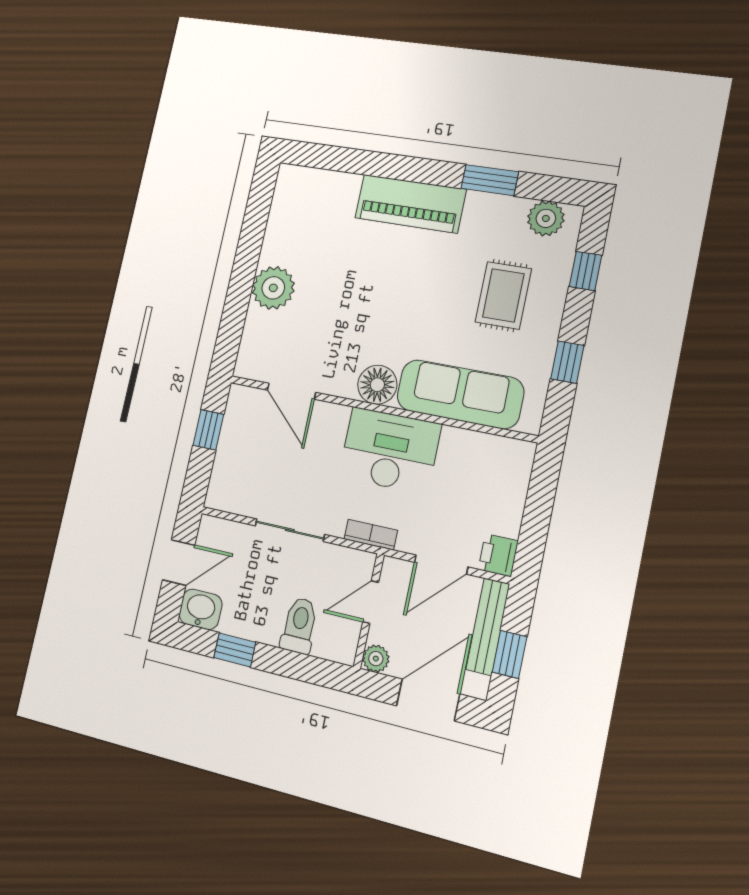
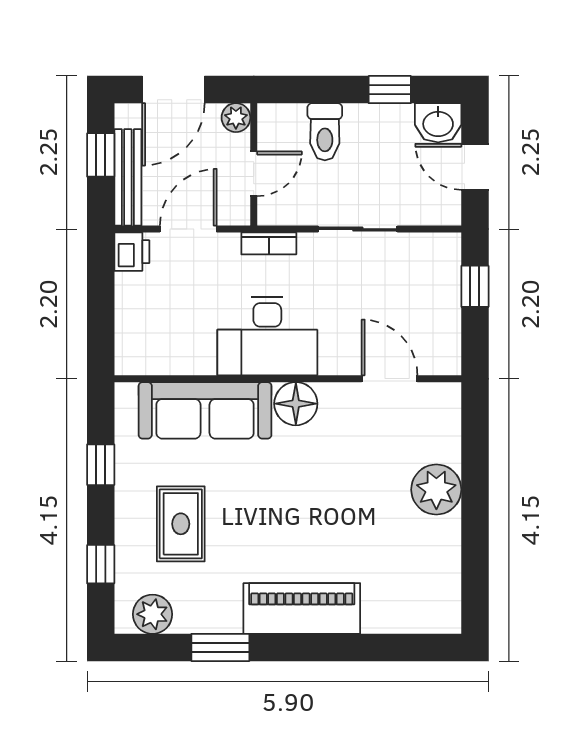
window: (208, 430) -> (475, 286), moved
door: (179, 563) -> (475, 167), hinge flipped

